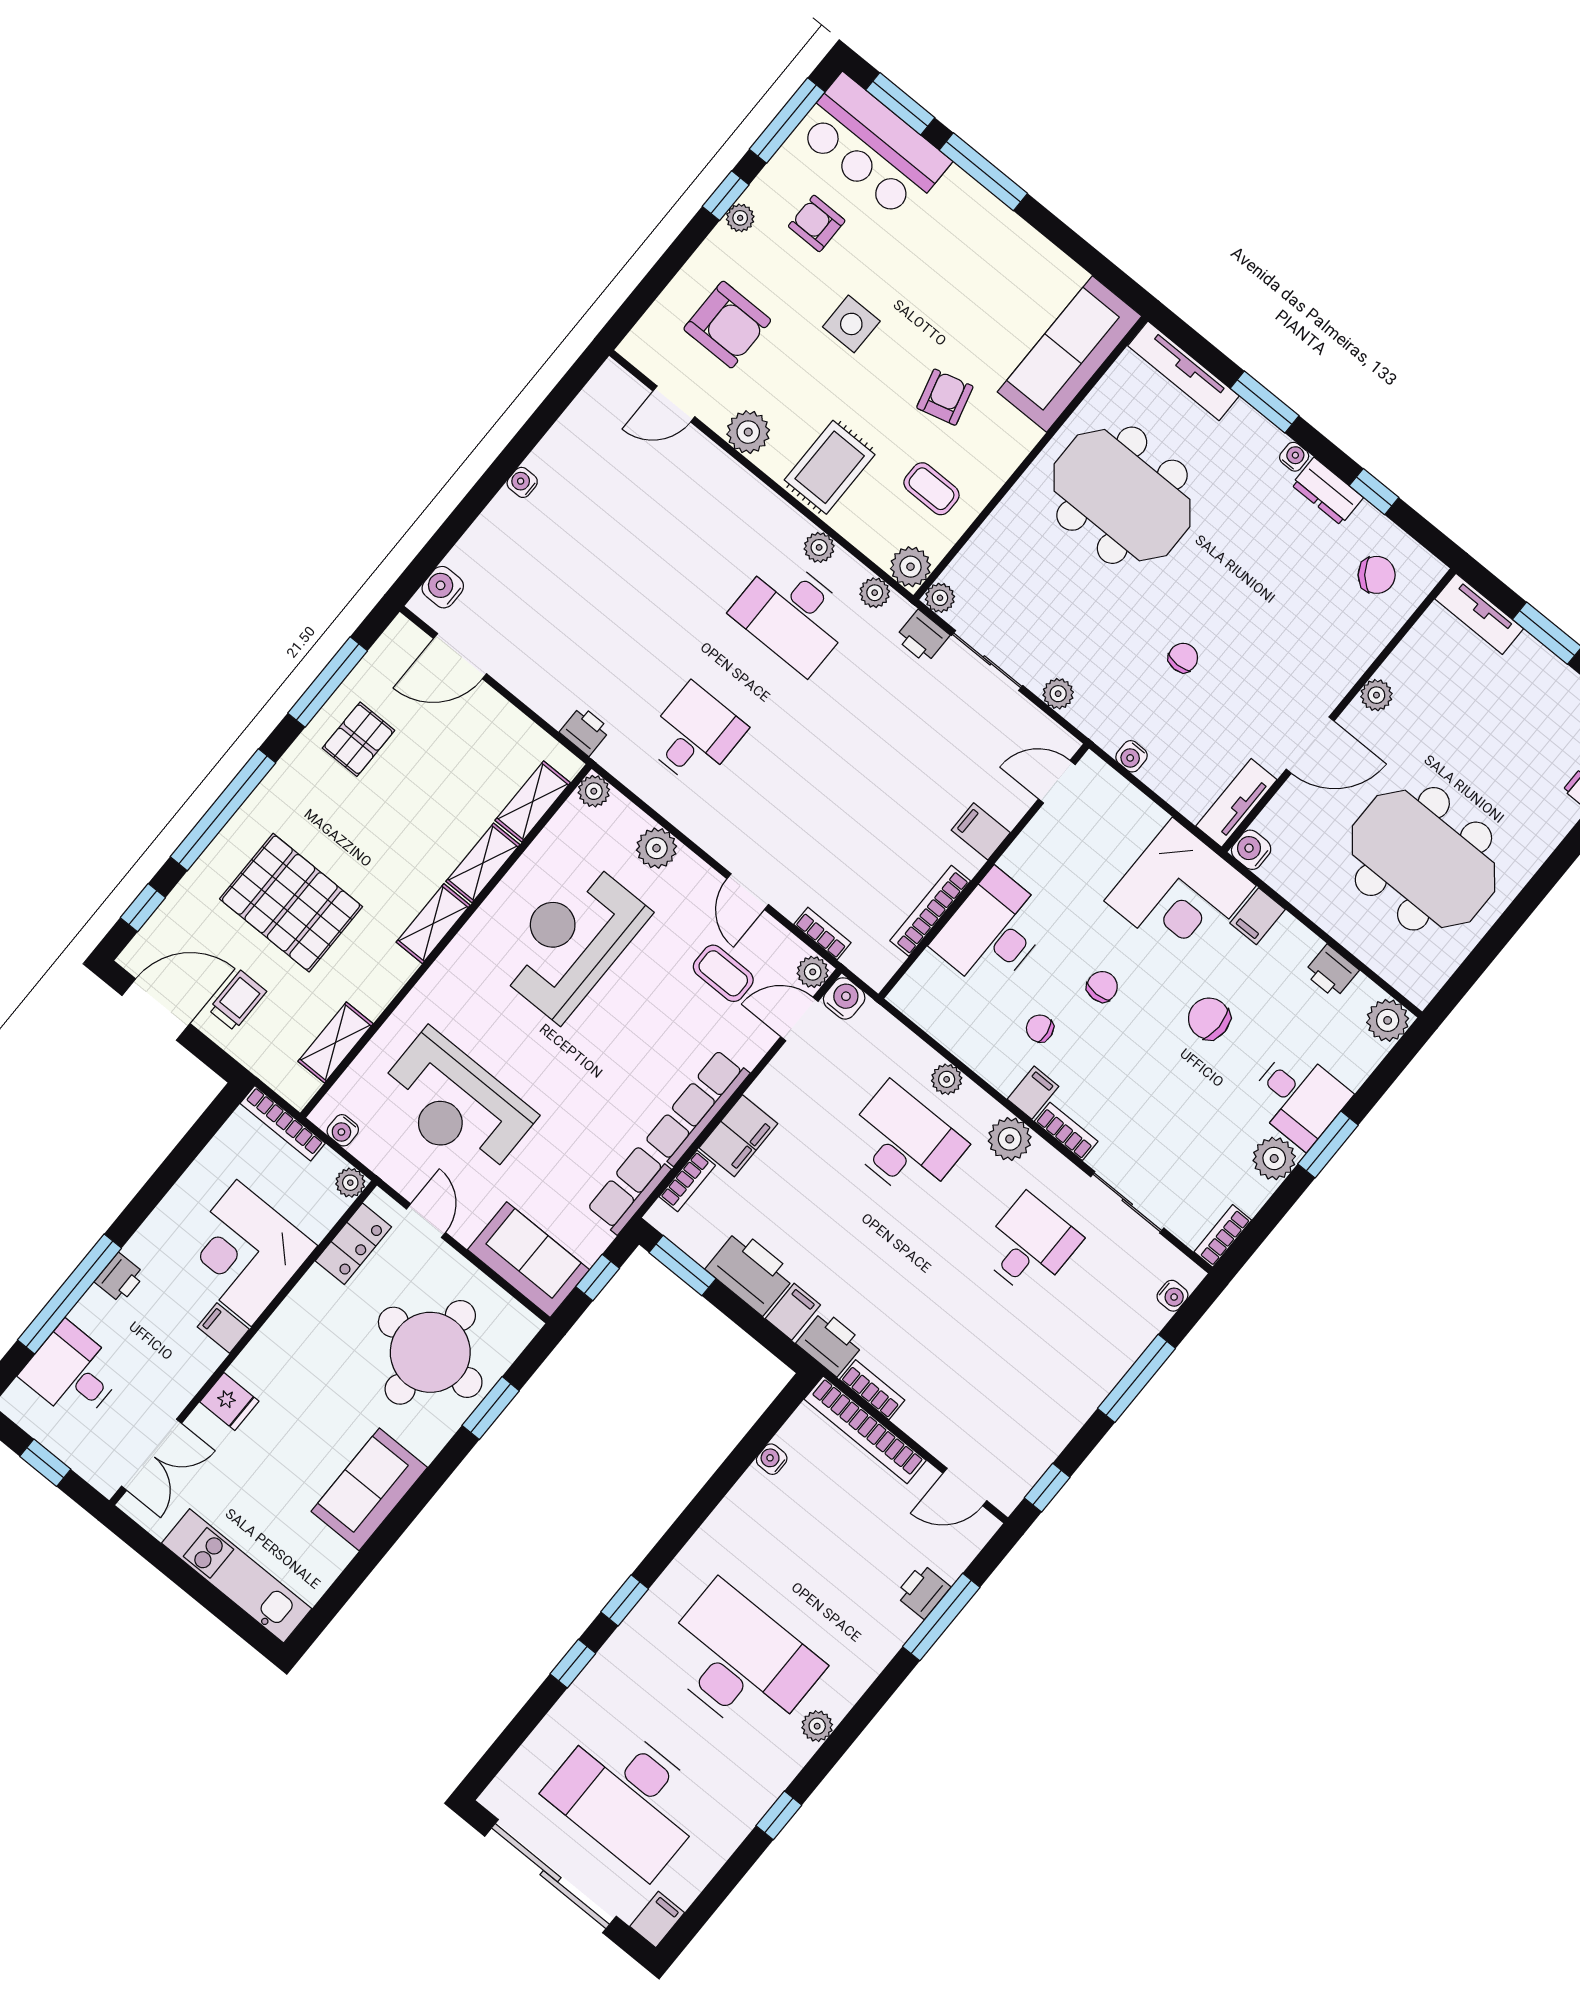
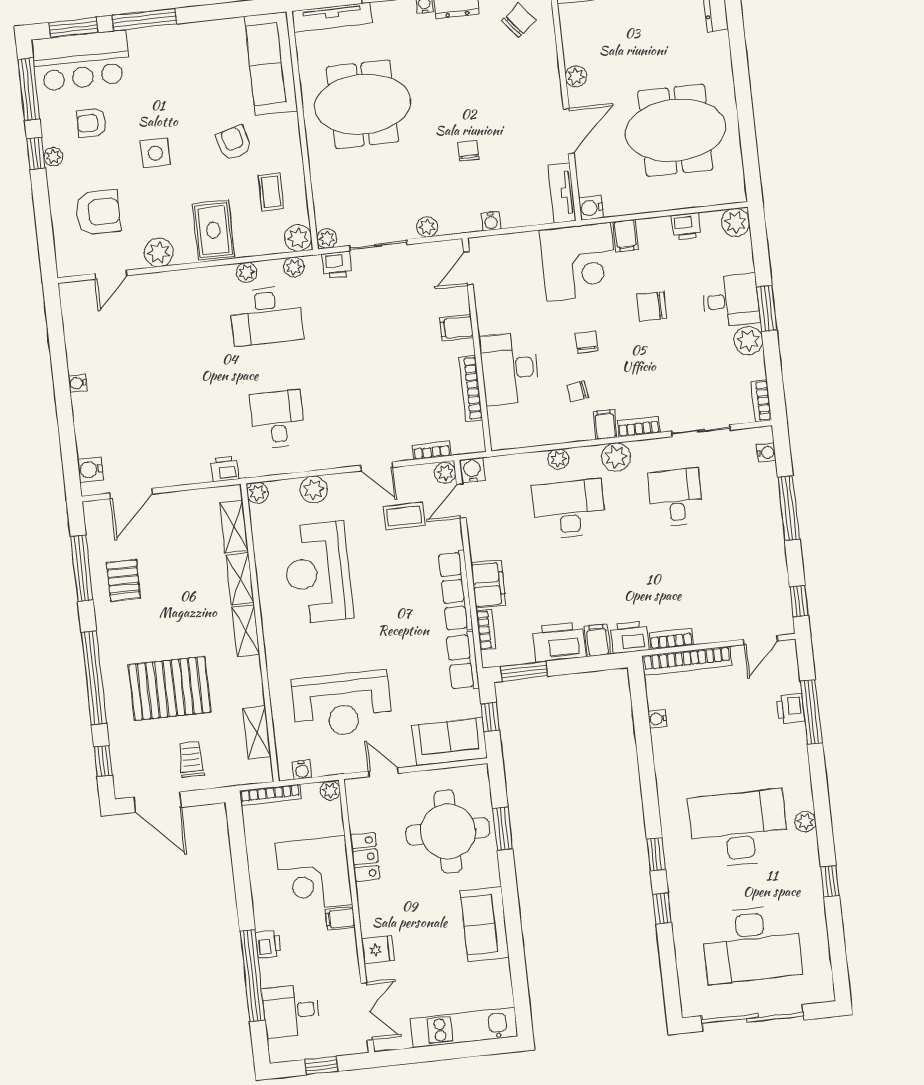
coffee table: (931, 489) -> (271, 192), turned 90
door: (156, 1009) -> (158, 802), swing flipped
locker: (353, 1244) -> (365, 857), moved
filing cabinet: (657, 1919) -> (823, 987), removed

